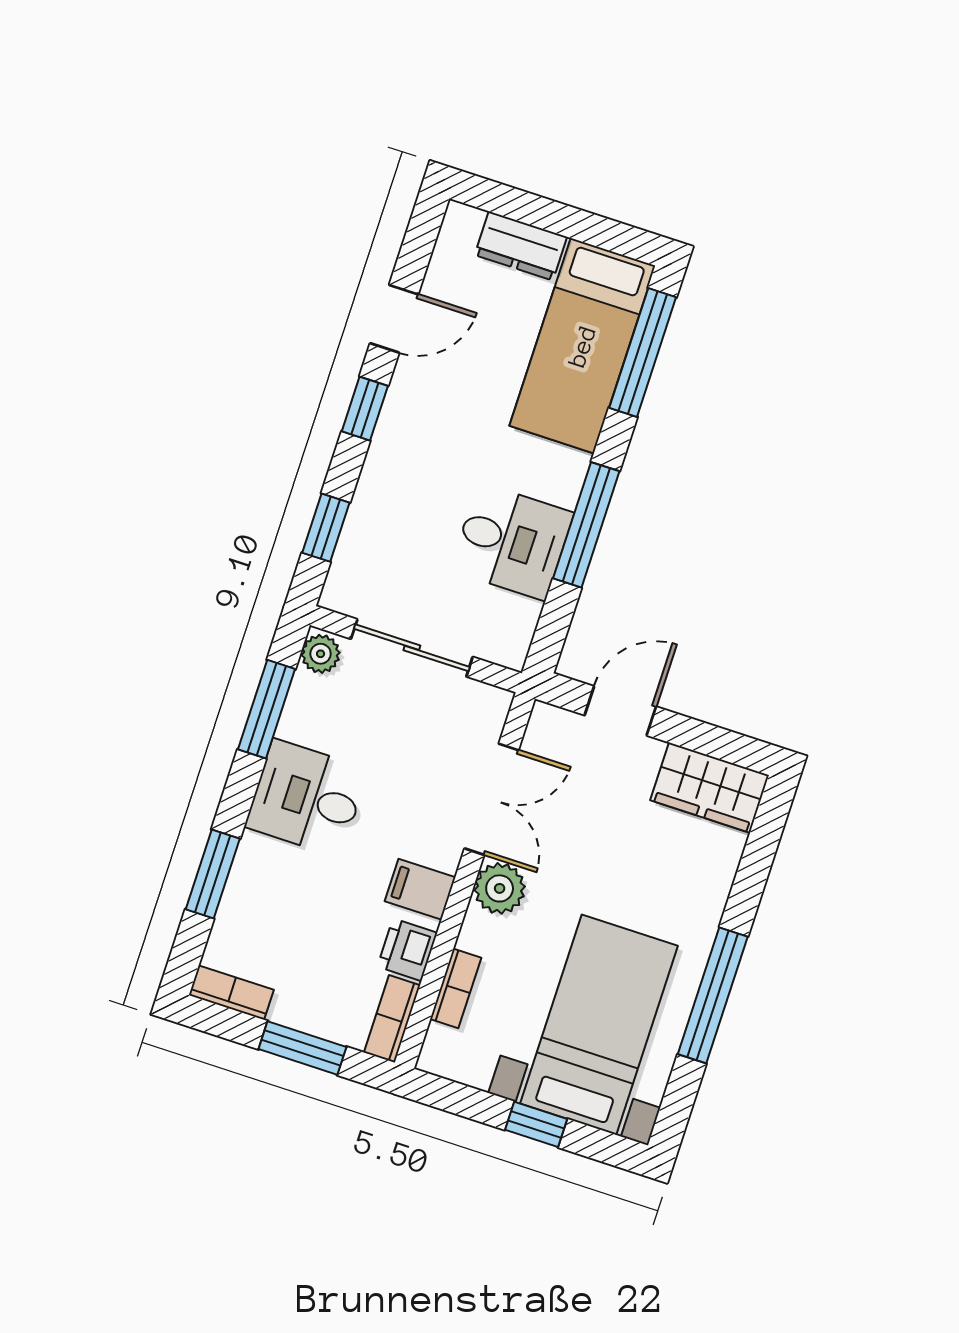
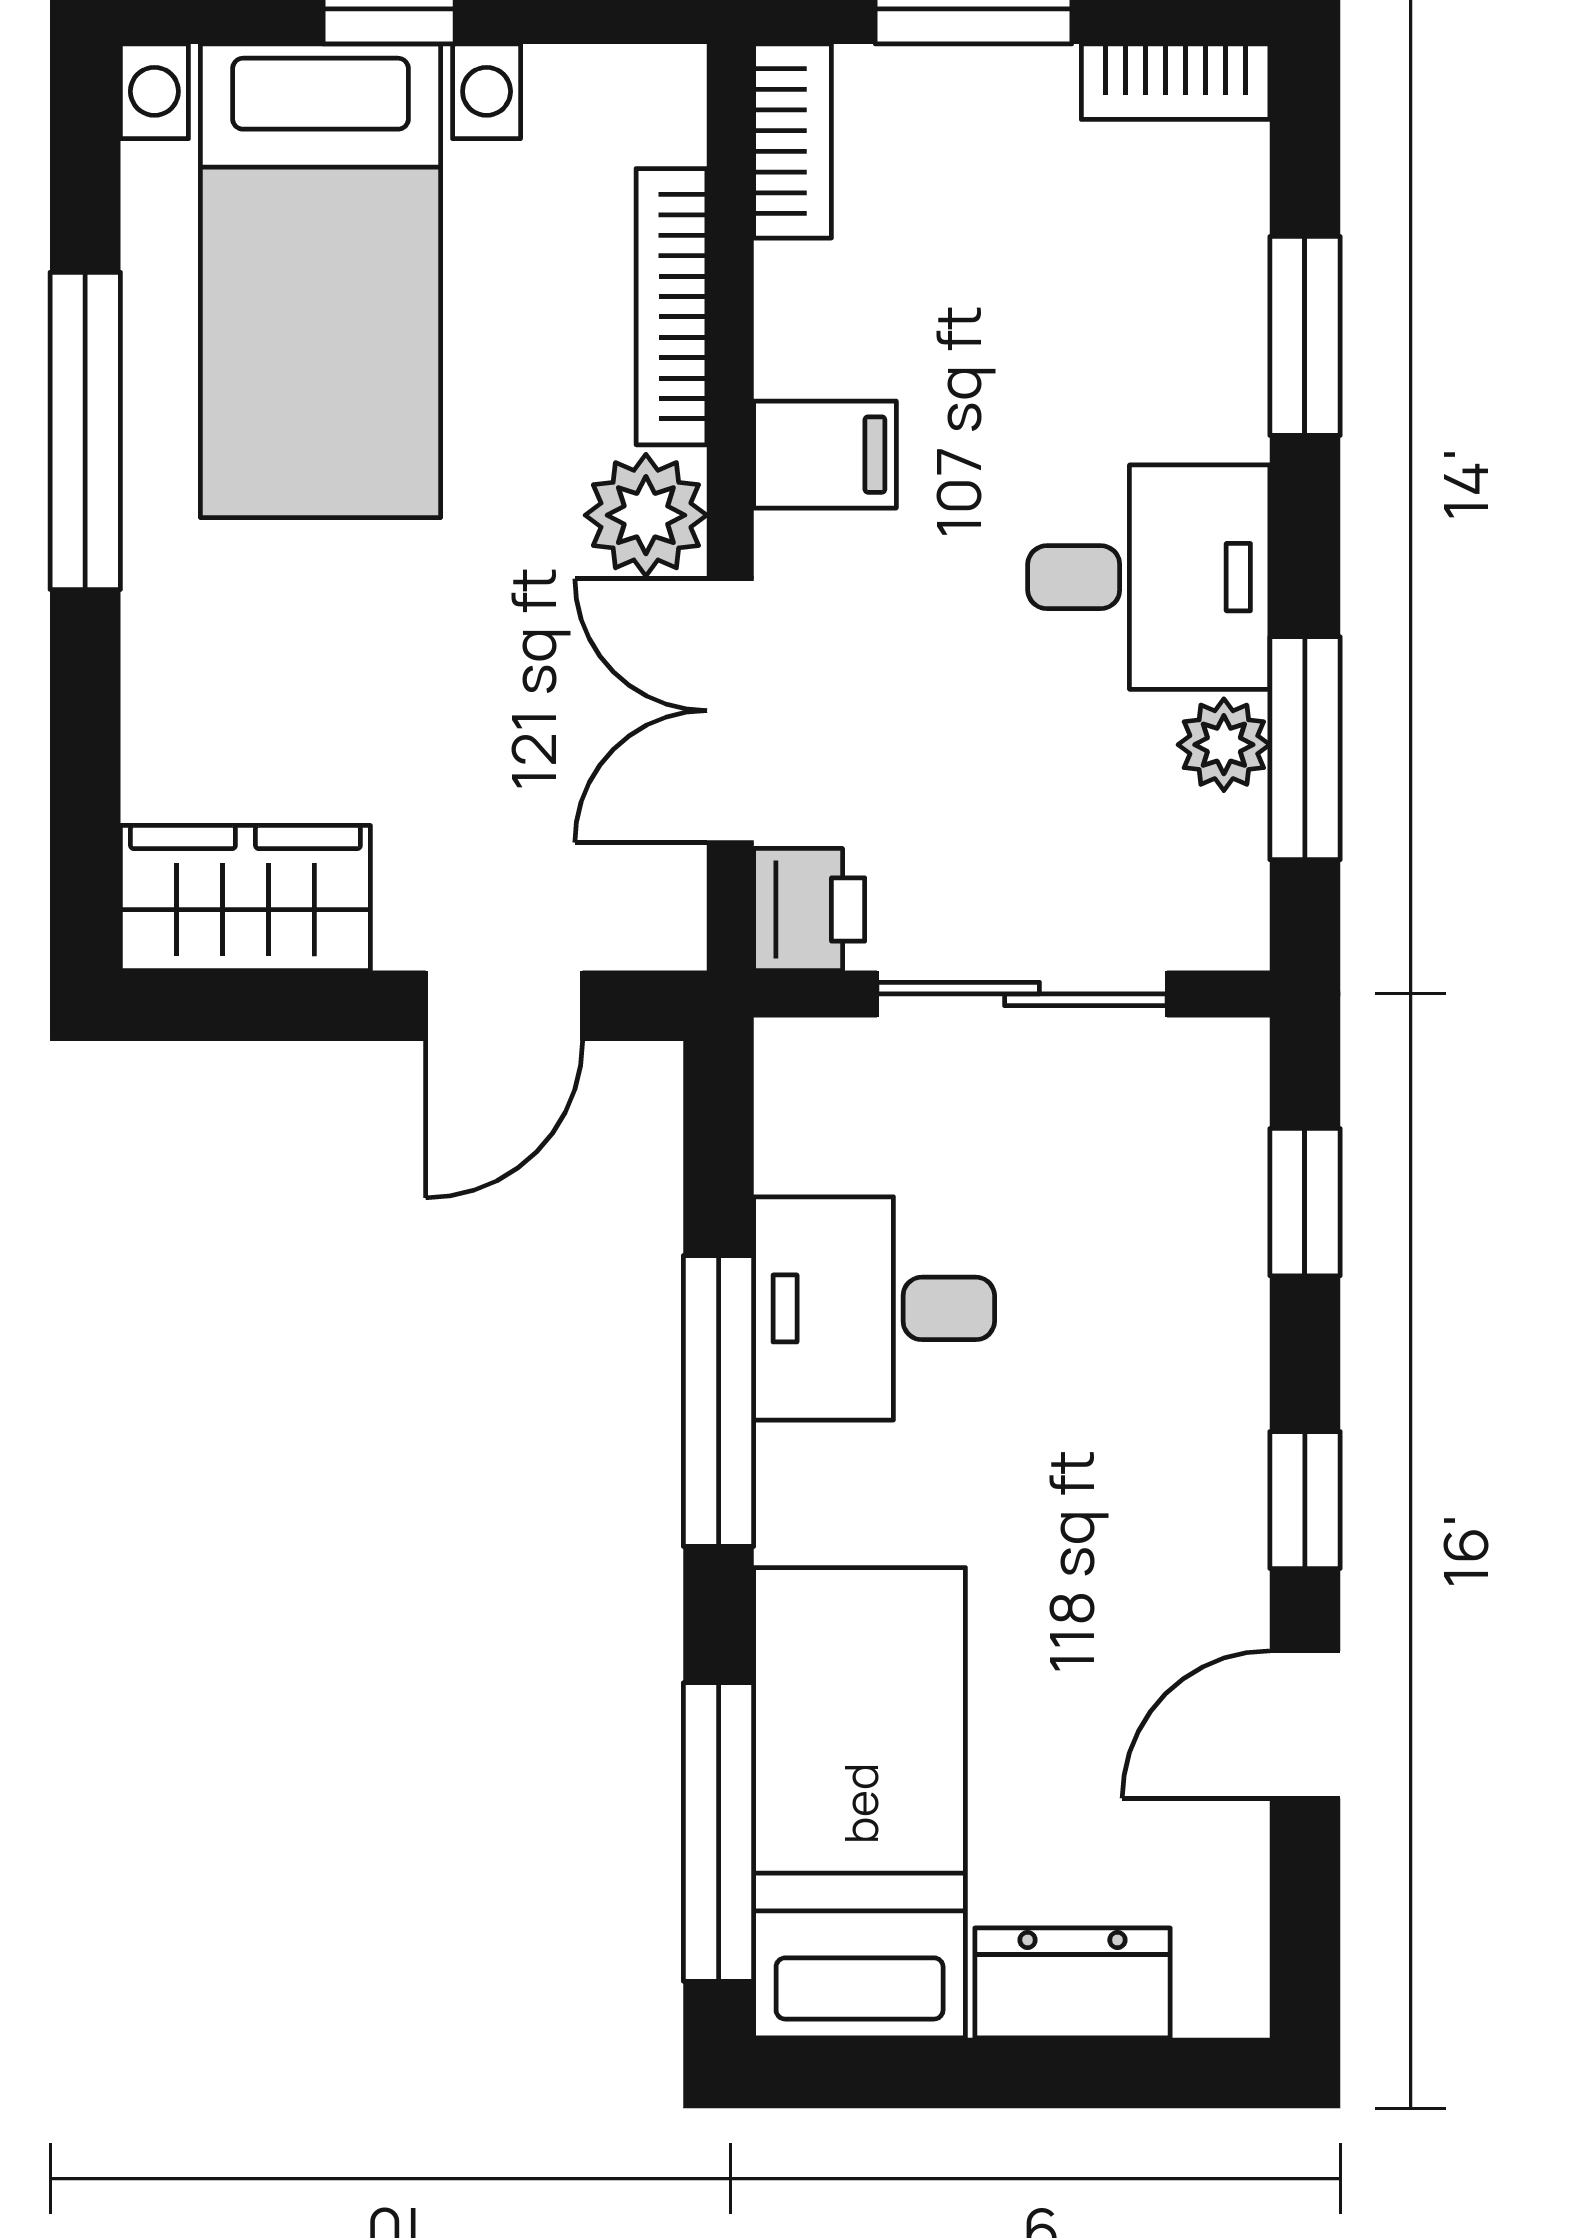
plant: (321, 654) -> (1224, 745), moved
printer: (407, 950) -> (809, 910), moved
bookcase: (456, 988) -> (671, 307), width x1.56

